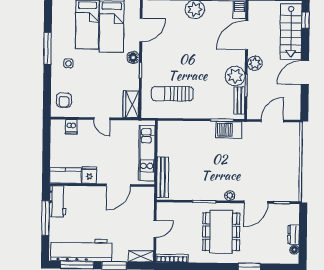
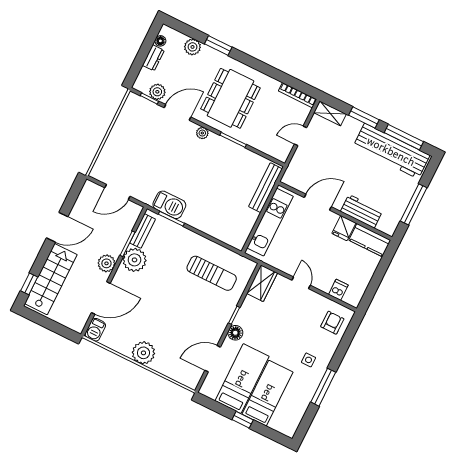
workbench: (58, 201) -> (361, 211), moved, turned 90
plant: (278, 210) -> (157, 92), added
plant: (268, 257) -> (193, 47), added

